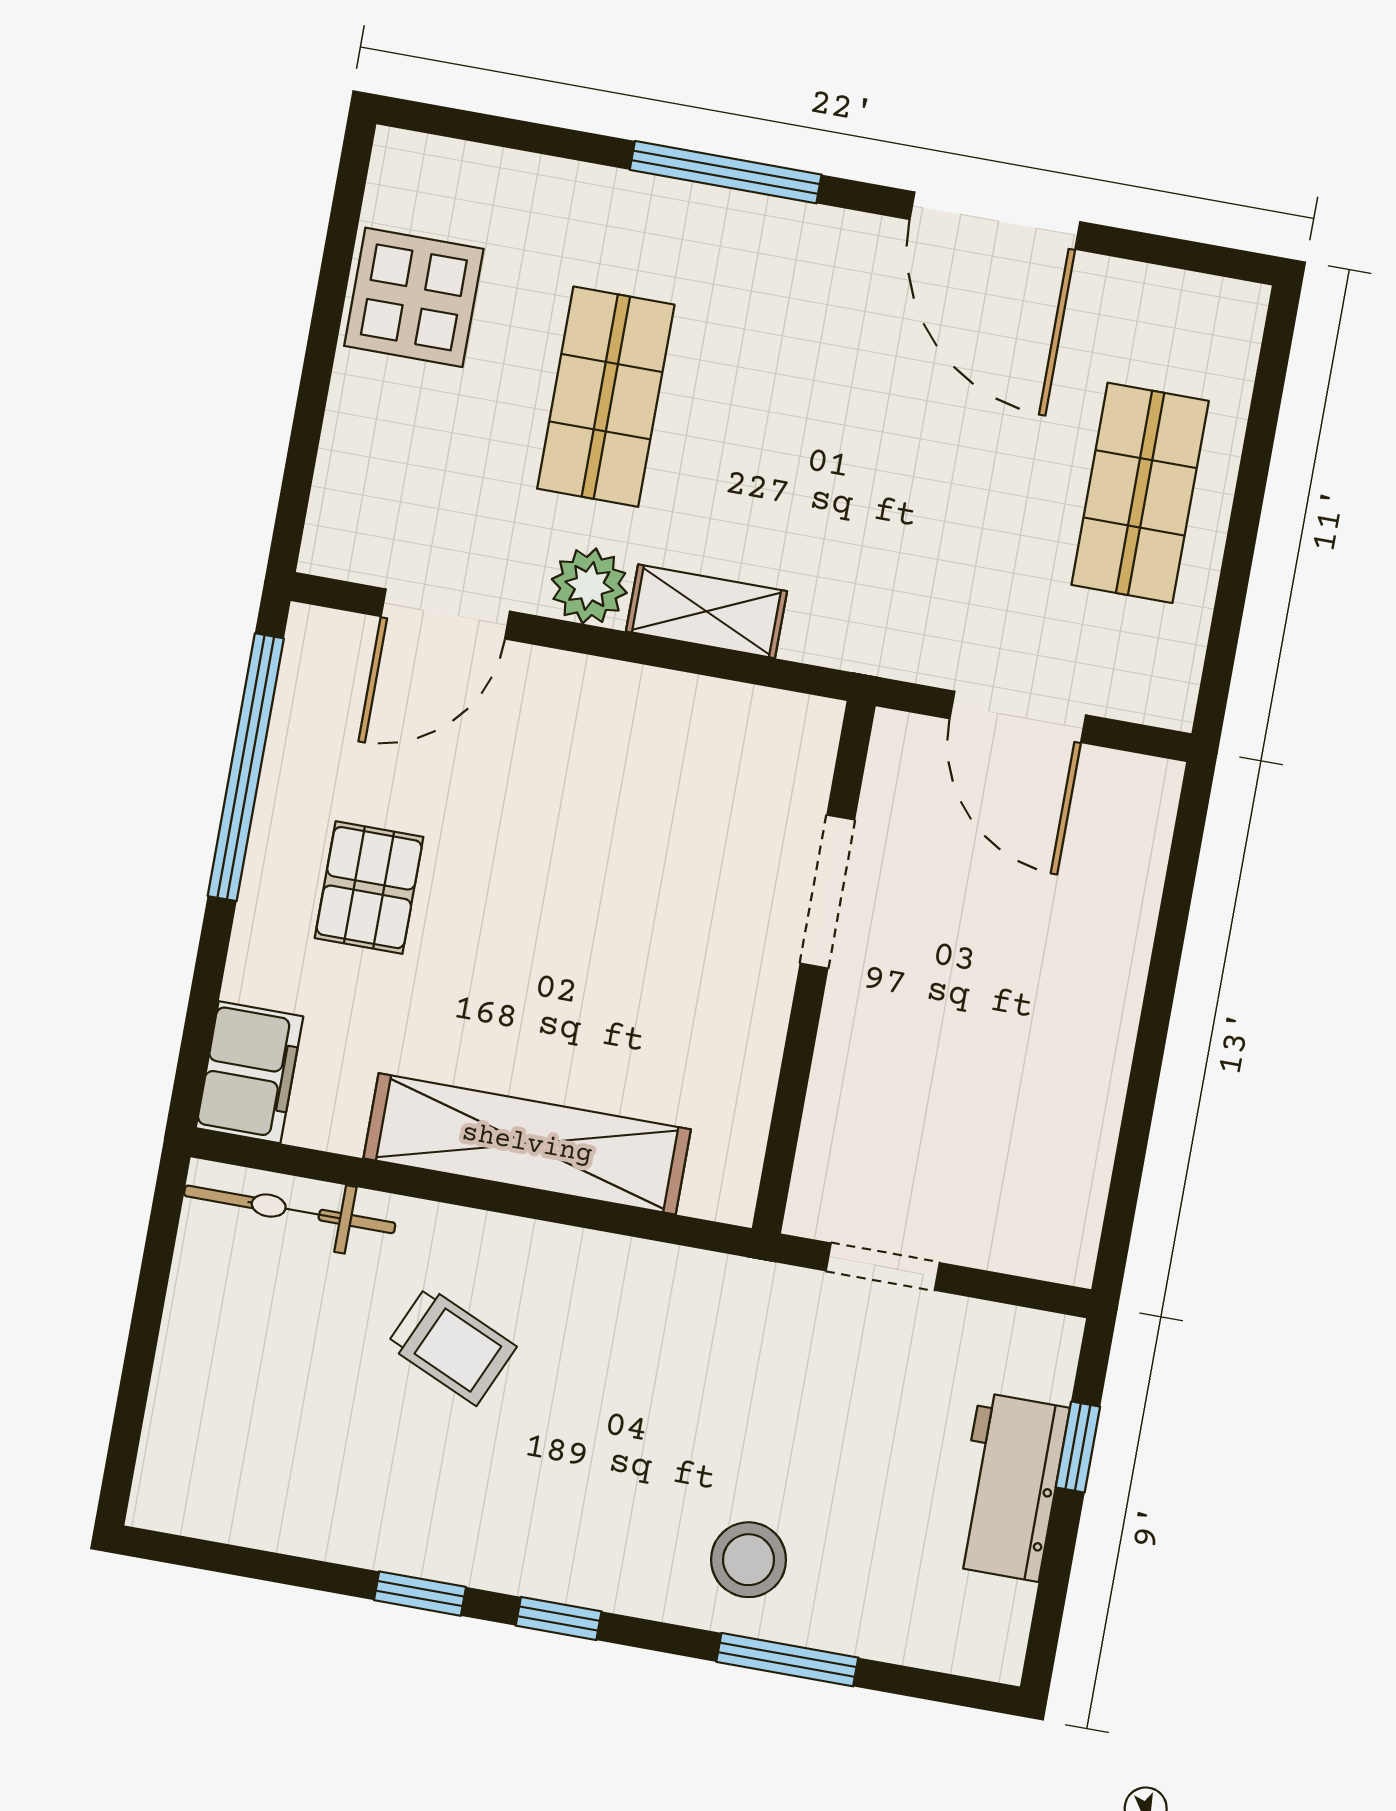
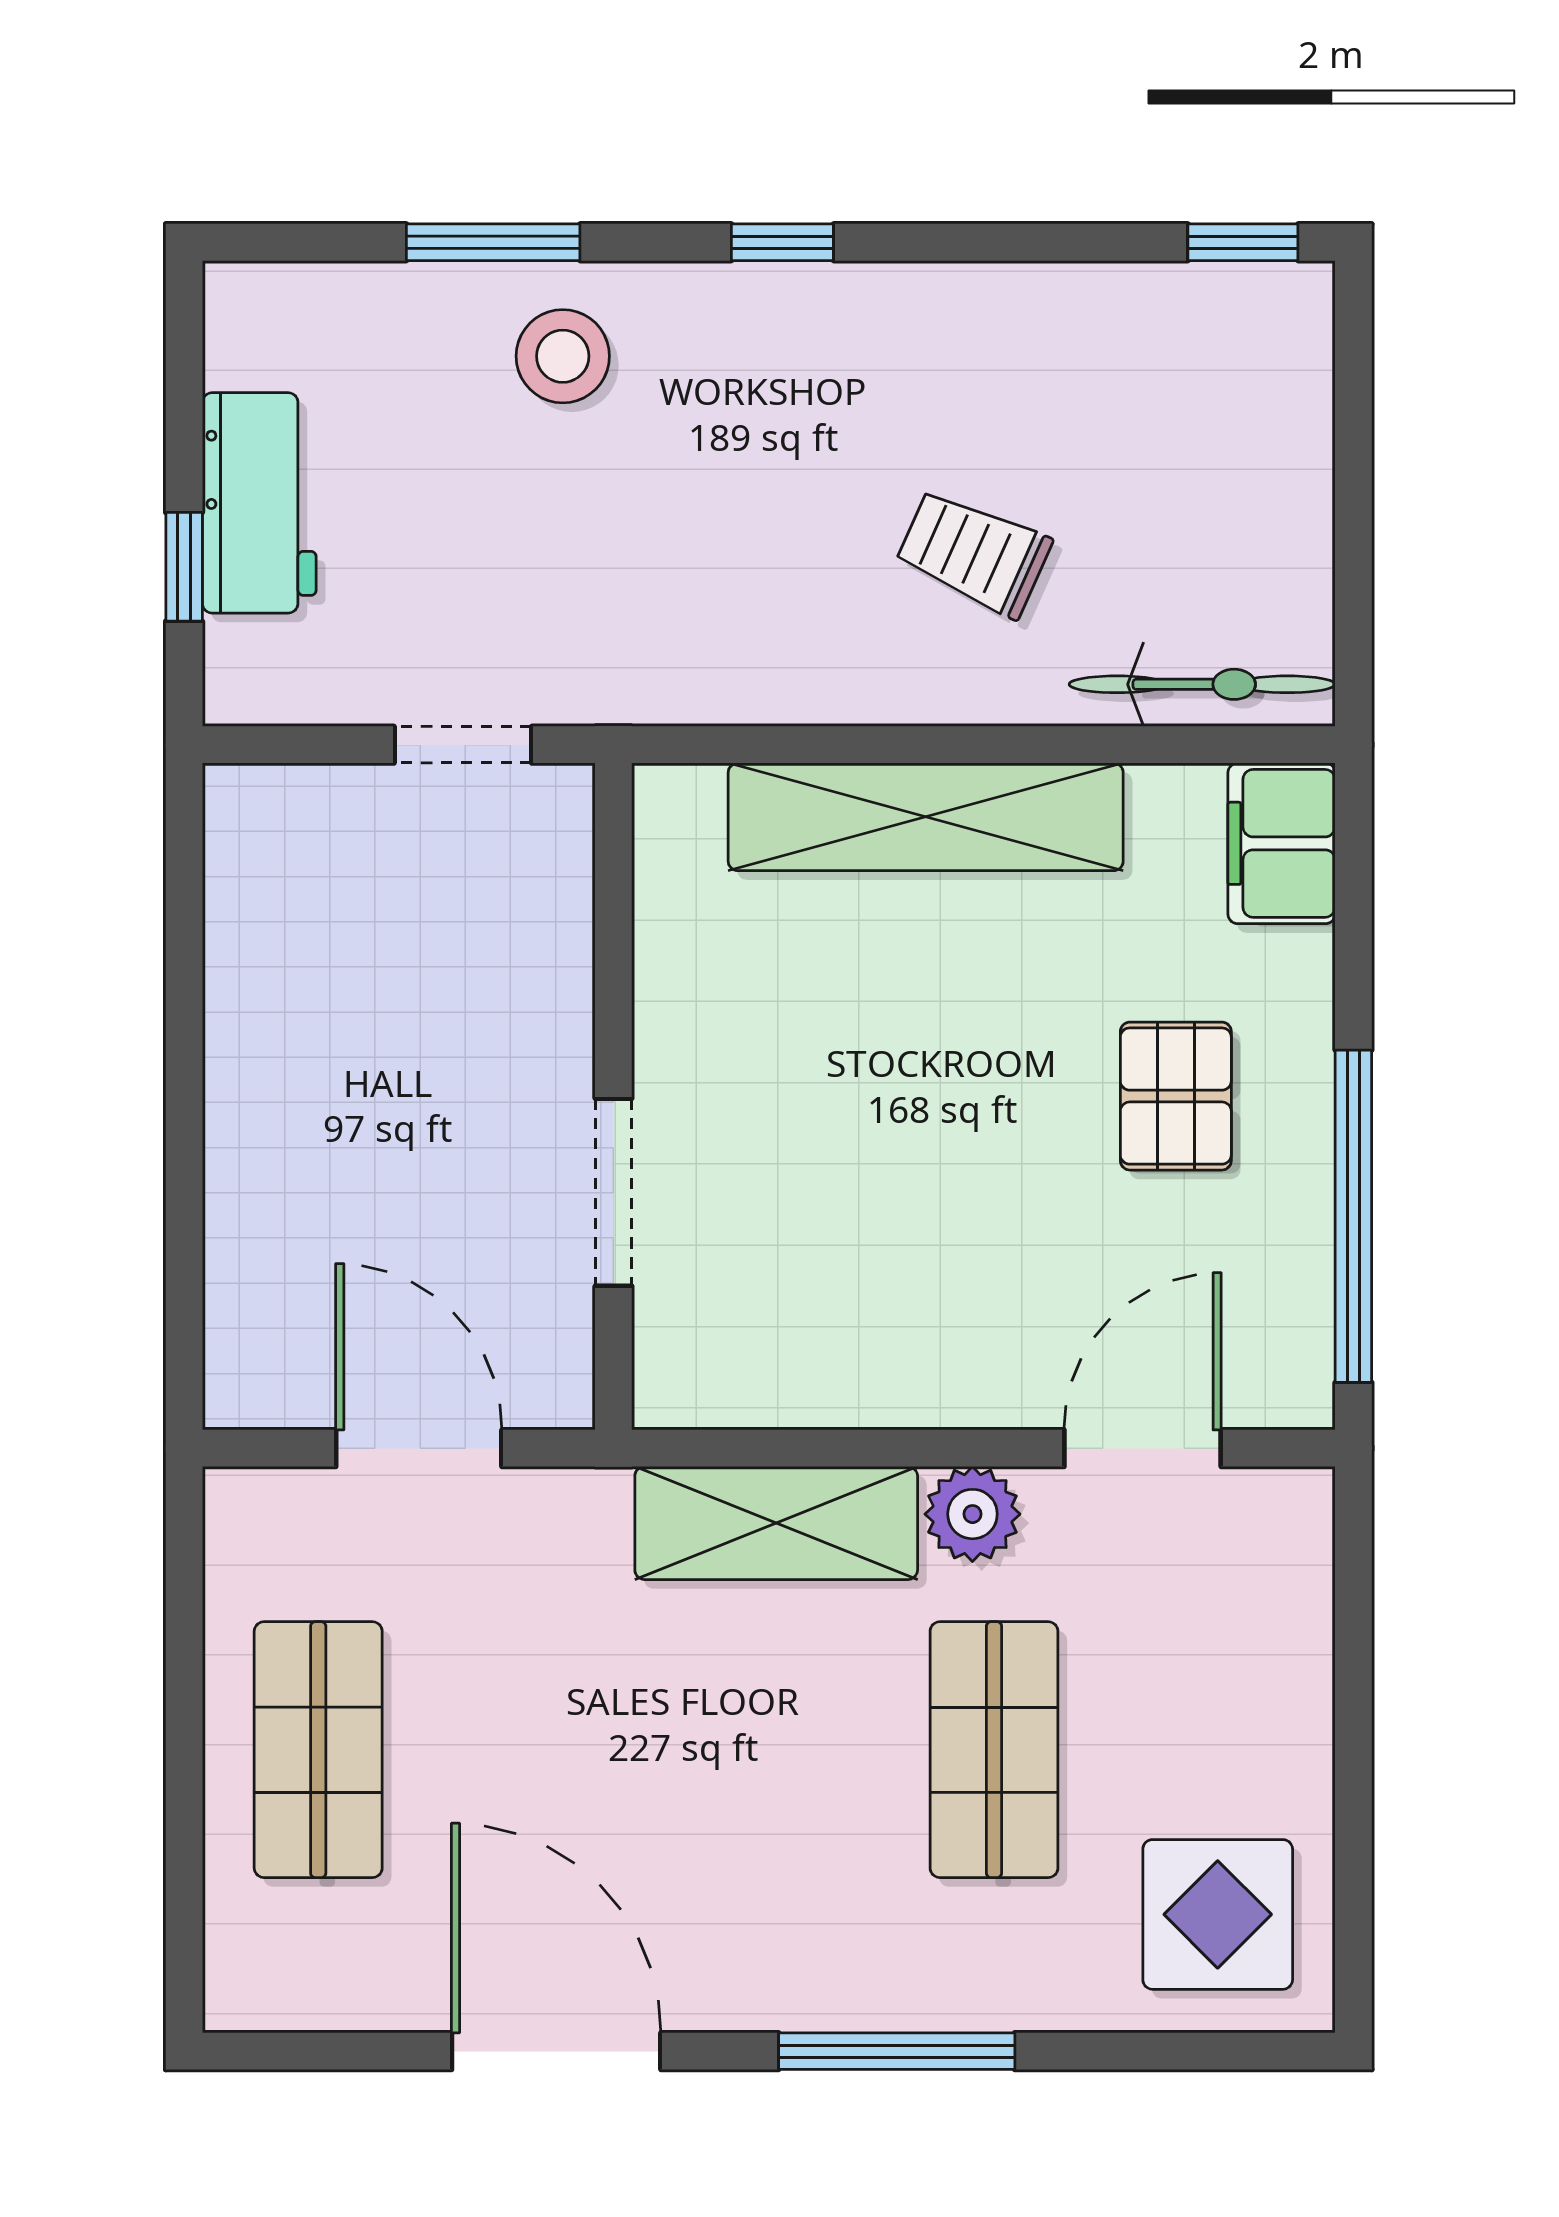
display table: (414, 297) -> (1218, 1914), moved
shelving: (706, 611) -> (776, 1523), width x1.50, depth x1.33
window: (420, 1594) -> (1243, 242), moved

